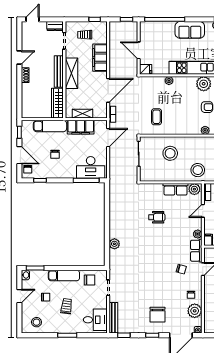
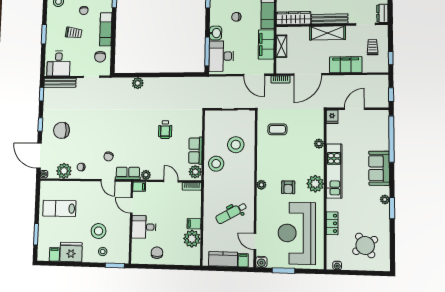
door: (108, 90) -> (308, 74), hinge flipped
stool: (198, 170) -> (216, 164), moved
washbasin: (69, 173) -> (216, 33), added

